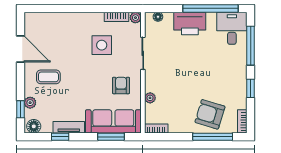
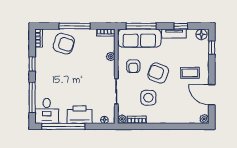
armchair: (89, 77) -> (158, 73), added
plant: (30, 103) -> (204, 119), moved
window: (111, 137) -> (141, 26), width x1.44
window: (213, 137) -> (75, 26), moved

